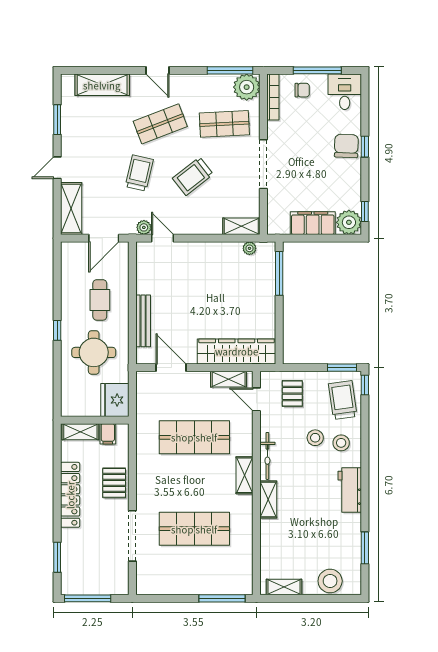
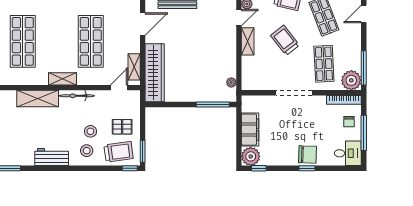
shelving: (241, 226) -> (248, 41), moved
pallet: (292, 394) -> (122, 127), moved
shelving: (268, 499) -> (38, 99), width x1.50, depth x1.33

